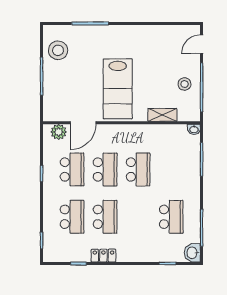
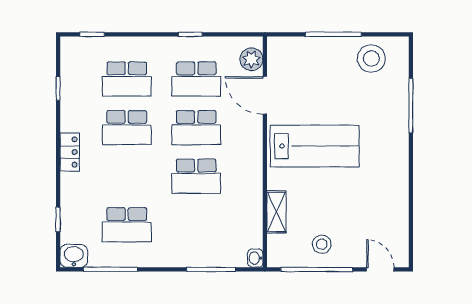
lab bench: (118, 89) -> (315, 146), turned 180
locker: (103, 256) -> (70, 152), moved

